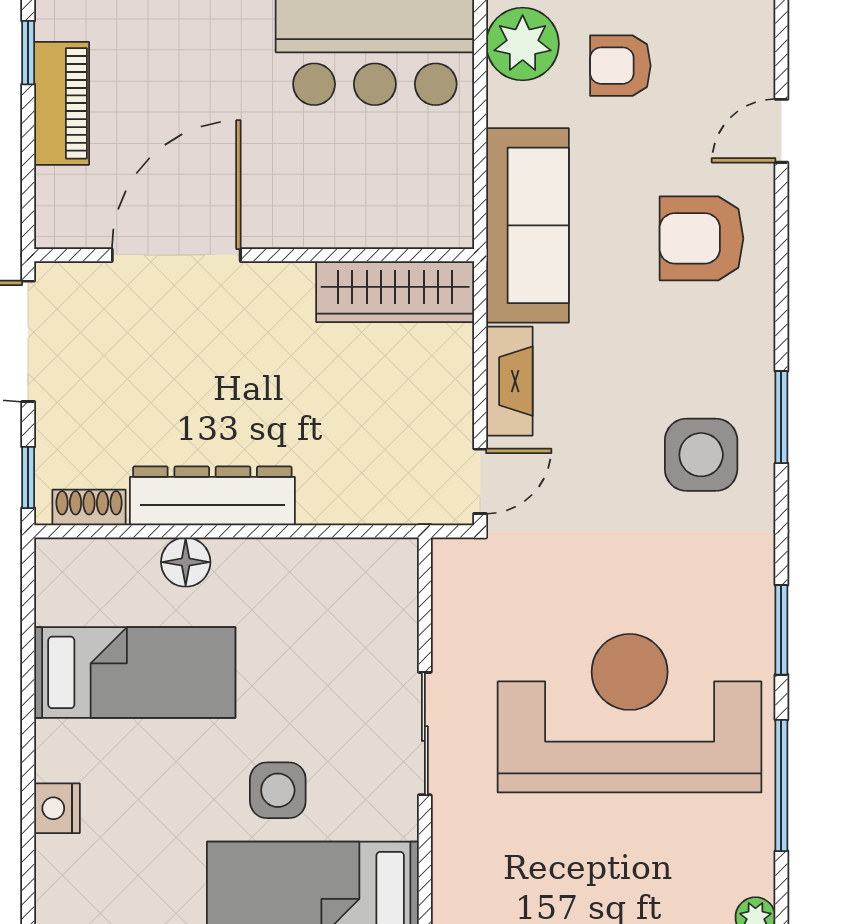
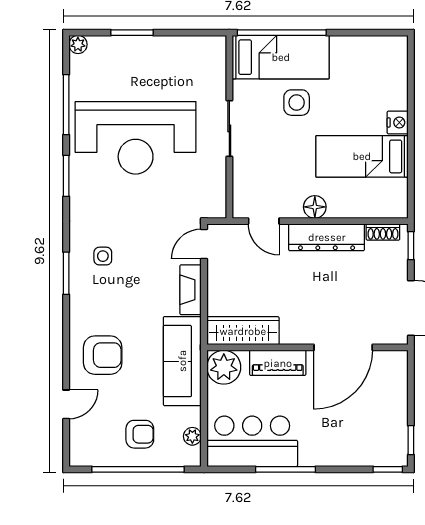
plant: (523, 44) -> (192, 436), width x0.53, depth x0.53
piano: (62, 103) -> (278, 363), moved, turned -90
plant: (437, 212) -> (224, 367), added
side table: (701, 455) -> (103, 256), width x0.54, depth x0.54
door: (350, 531) -> (264, 221), added
floor lamp: (186, 562) -> (315, 207), moved
nightstand: (57, 808) -> (398, 122), moved

